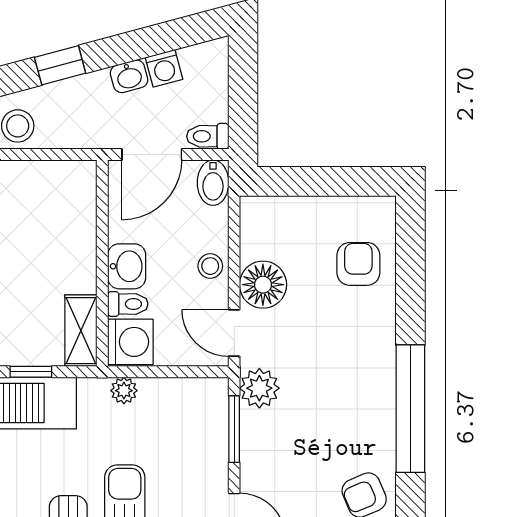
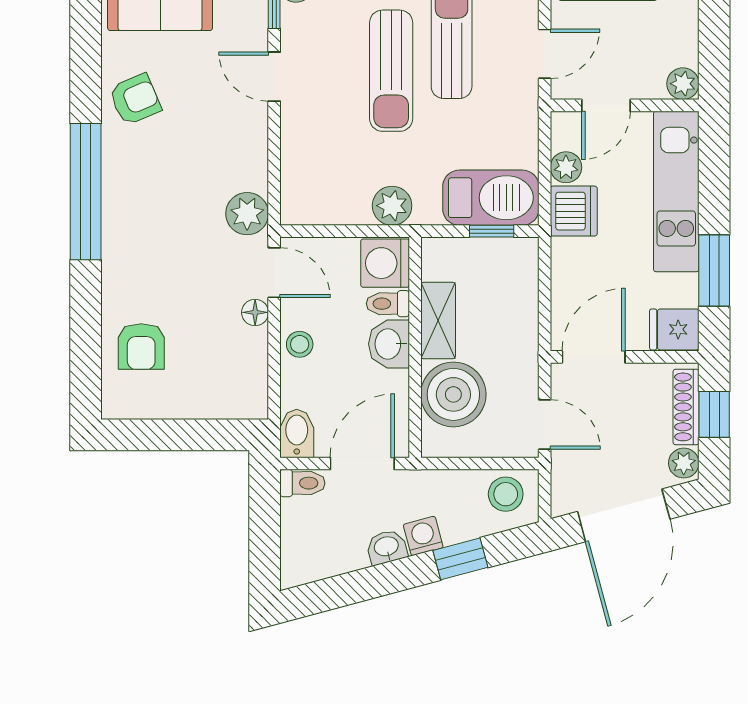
washing machine: (164, 68) -> (423, 536), moved
boiler: (67, 219) -> (453, 394), added
floor lamp: (263, 285) -> (255, 312), width x0.53, depth x0.53
shelving: (81, 331) -> (438, 321), moved
plant: (124, 391) -> (392, 206), width x1.38, depth x1.38
window: (234, 429) -> (274, 170), removed

